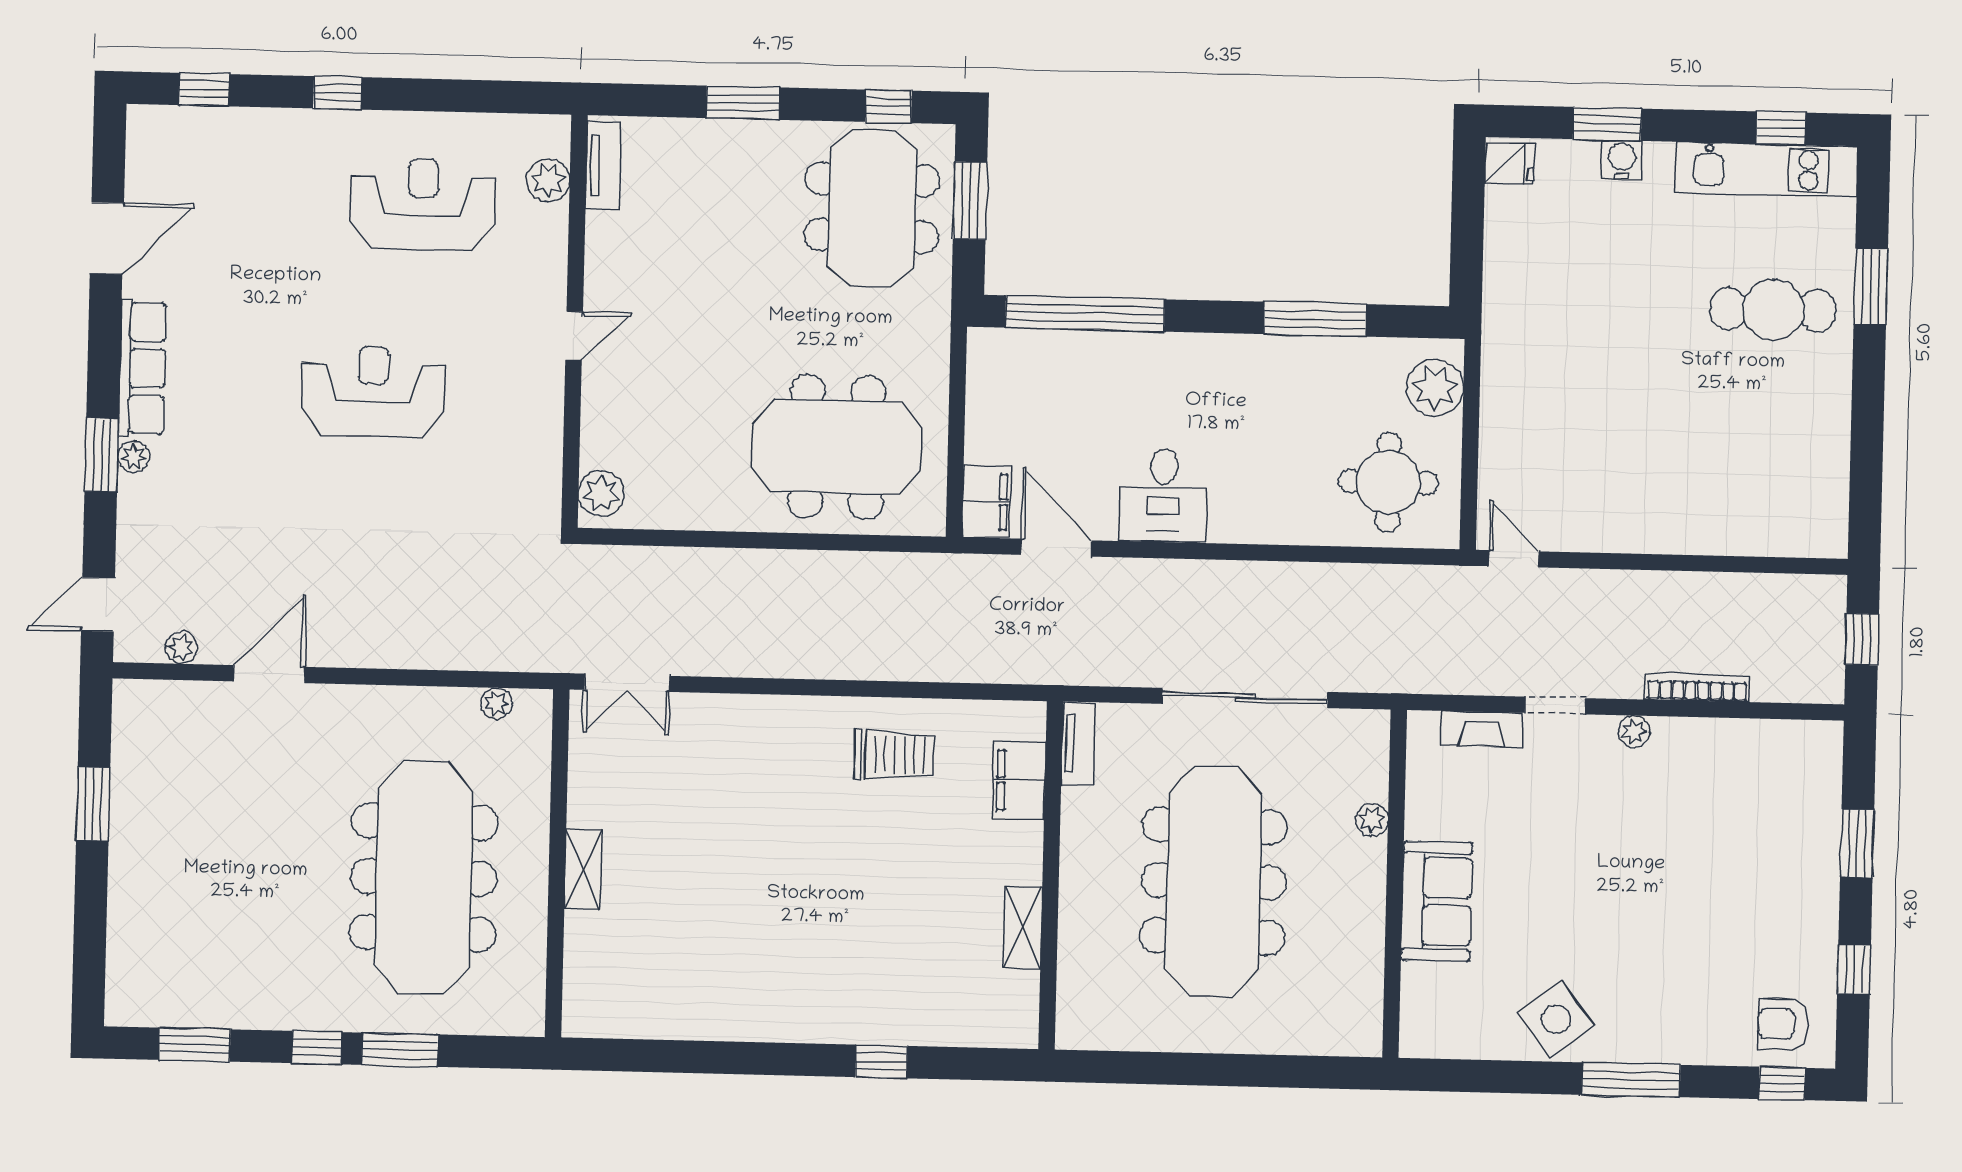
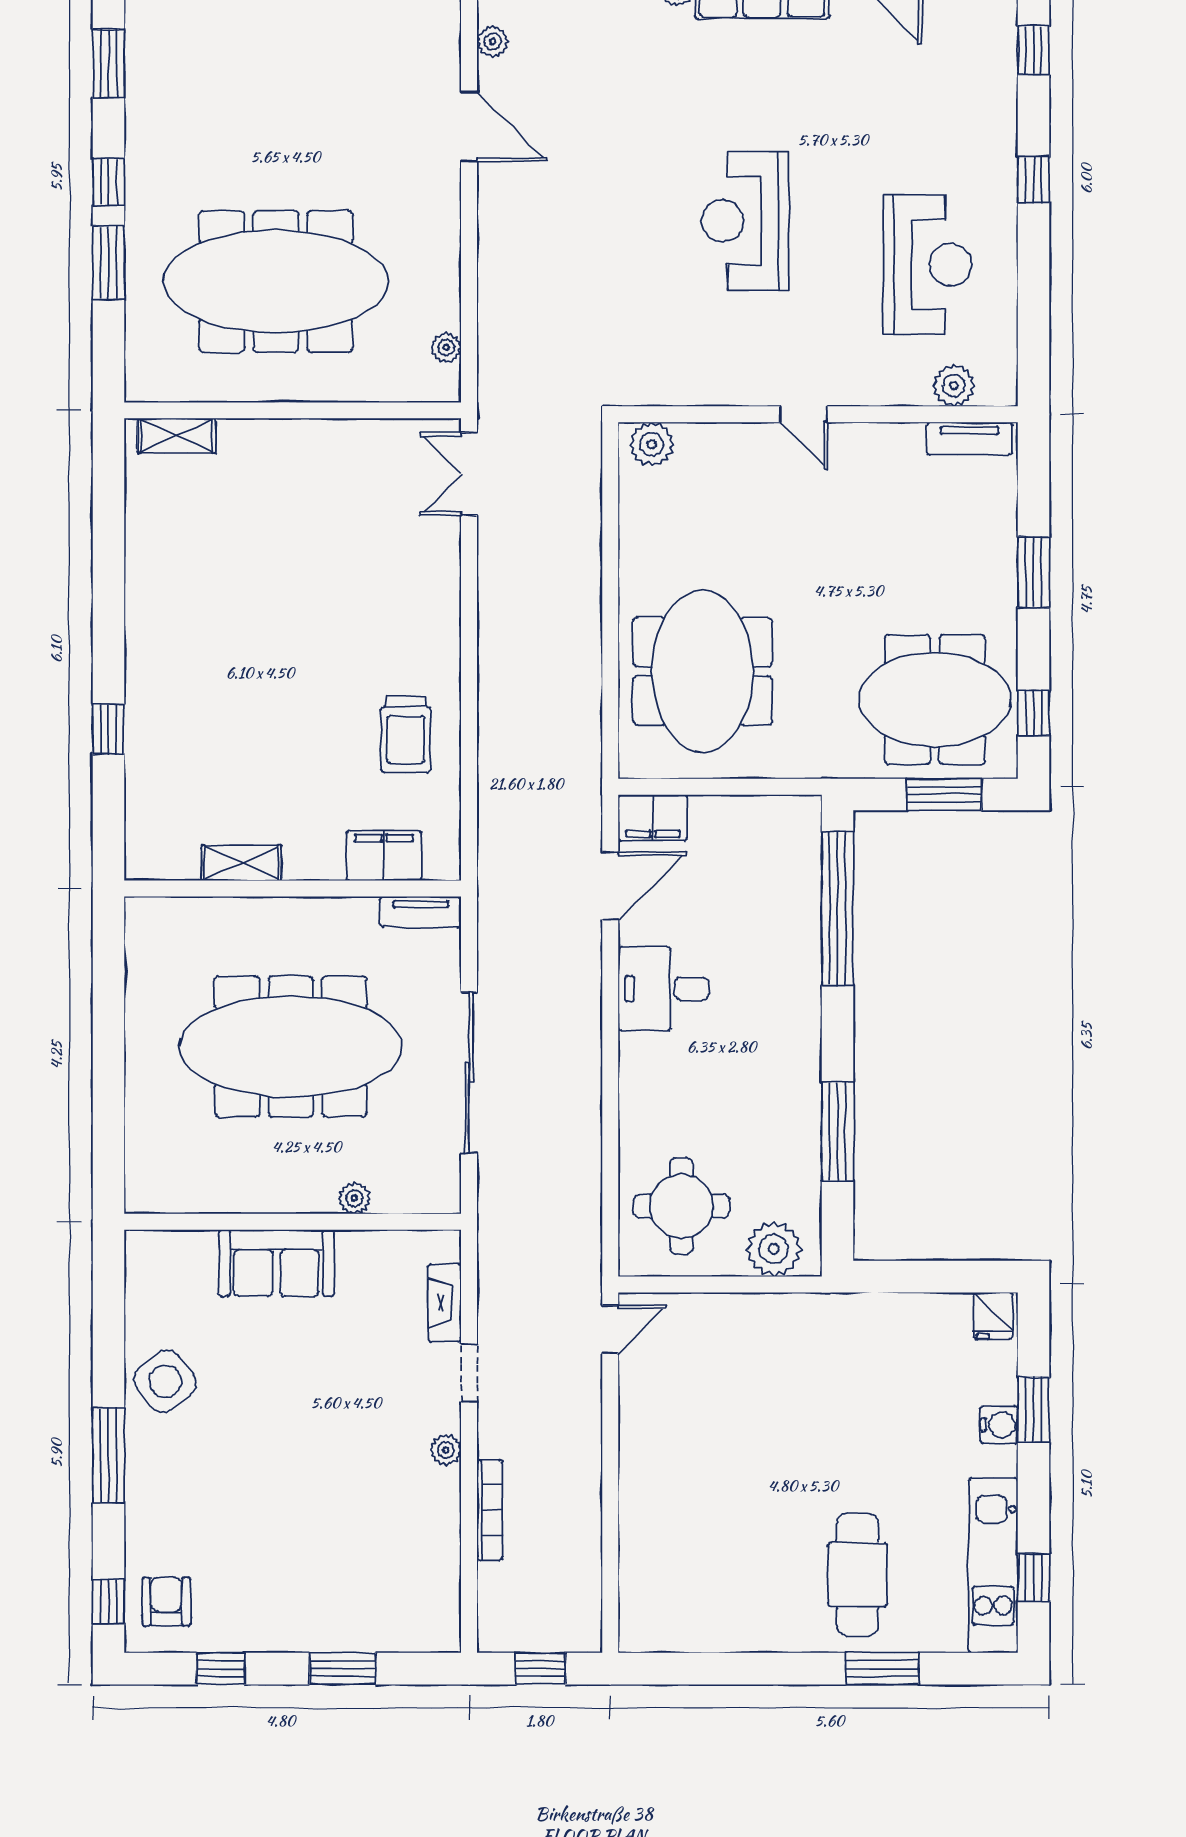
reception desk: (373, 392) -> (745, 221), turned 180
shelving: (583, 869) -> (176, 436), moved

